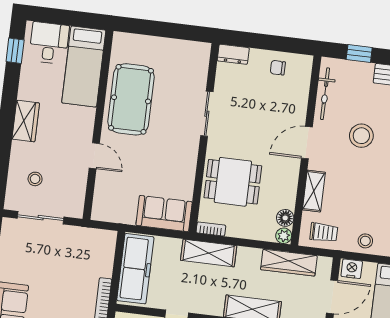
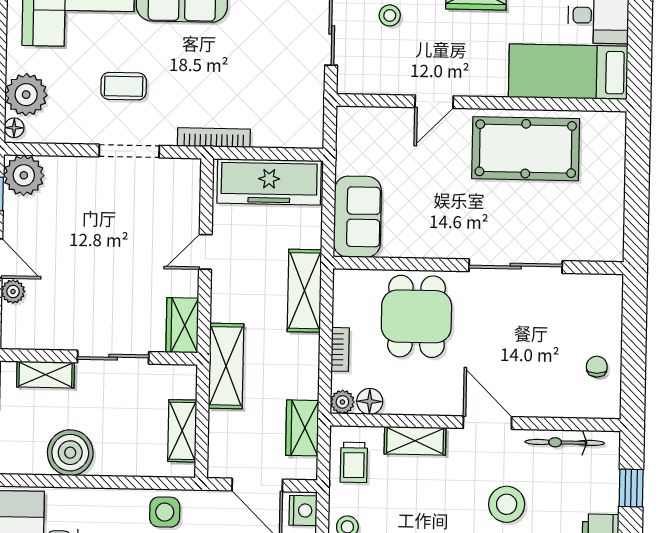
dresser: (233, 54) -> (610, 297), removed
sliding door: (207, 114) -> (516, 266), width x1.37
bookcase: (211, 229) -> (340, 349), moved
wardrobe: (289, 263) -> (302, 428), width x0.67

